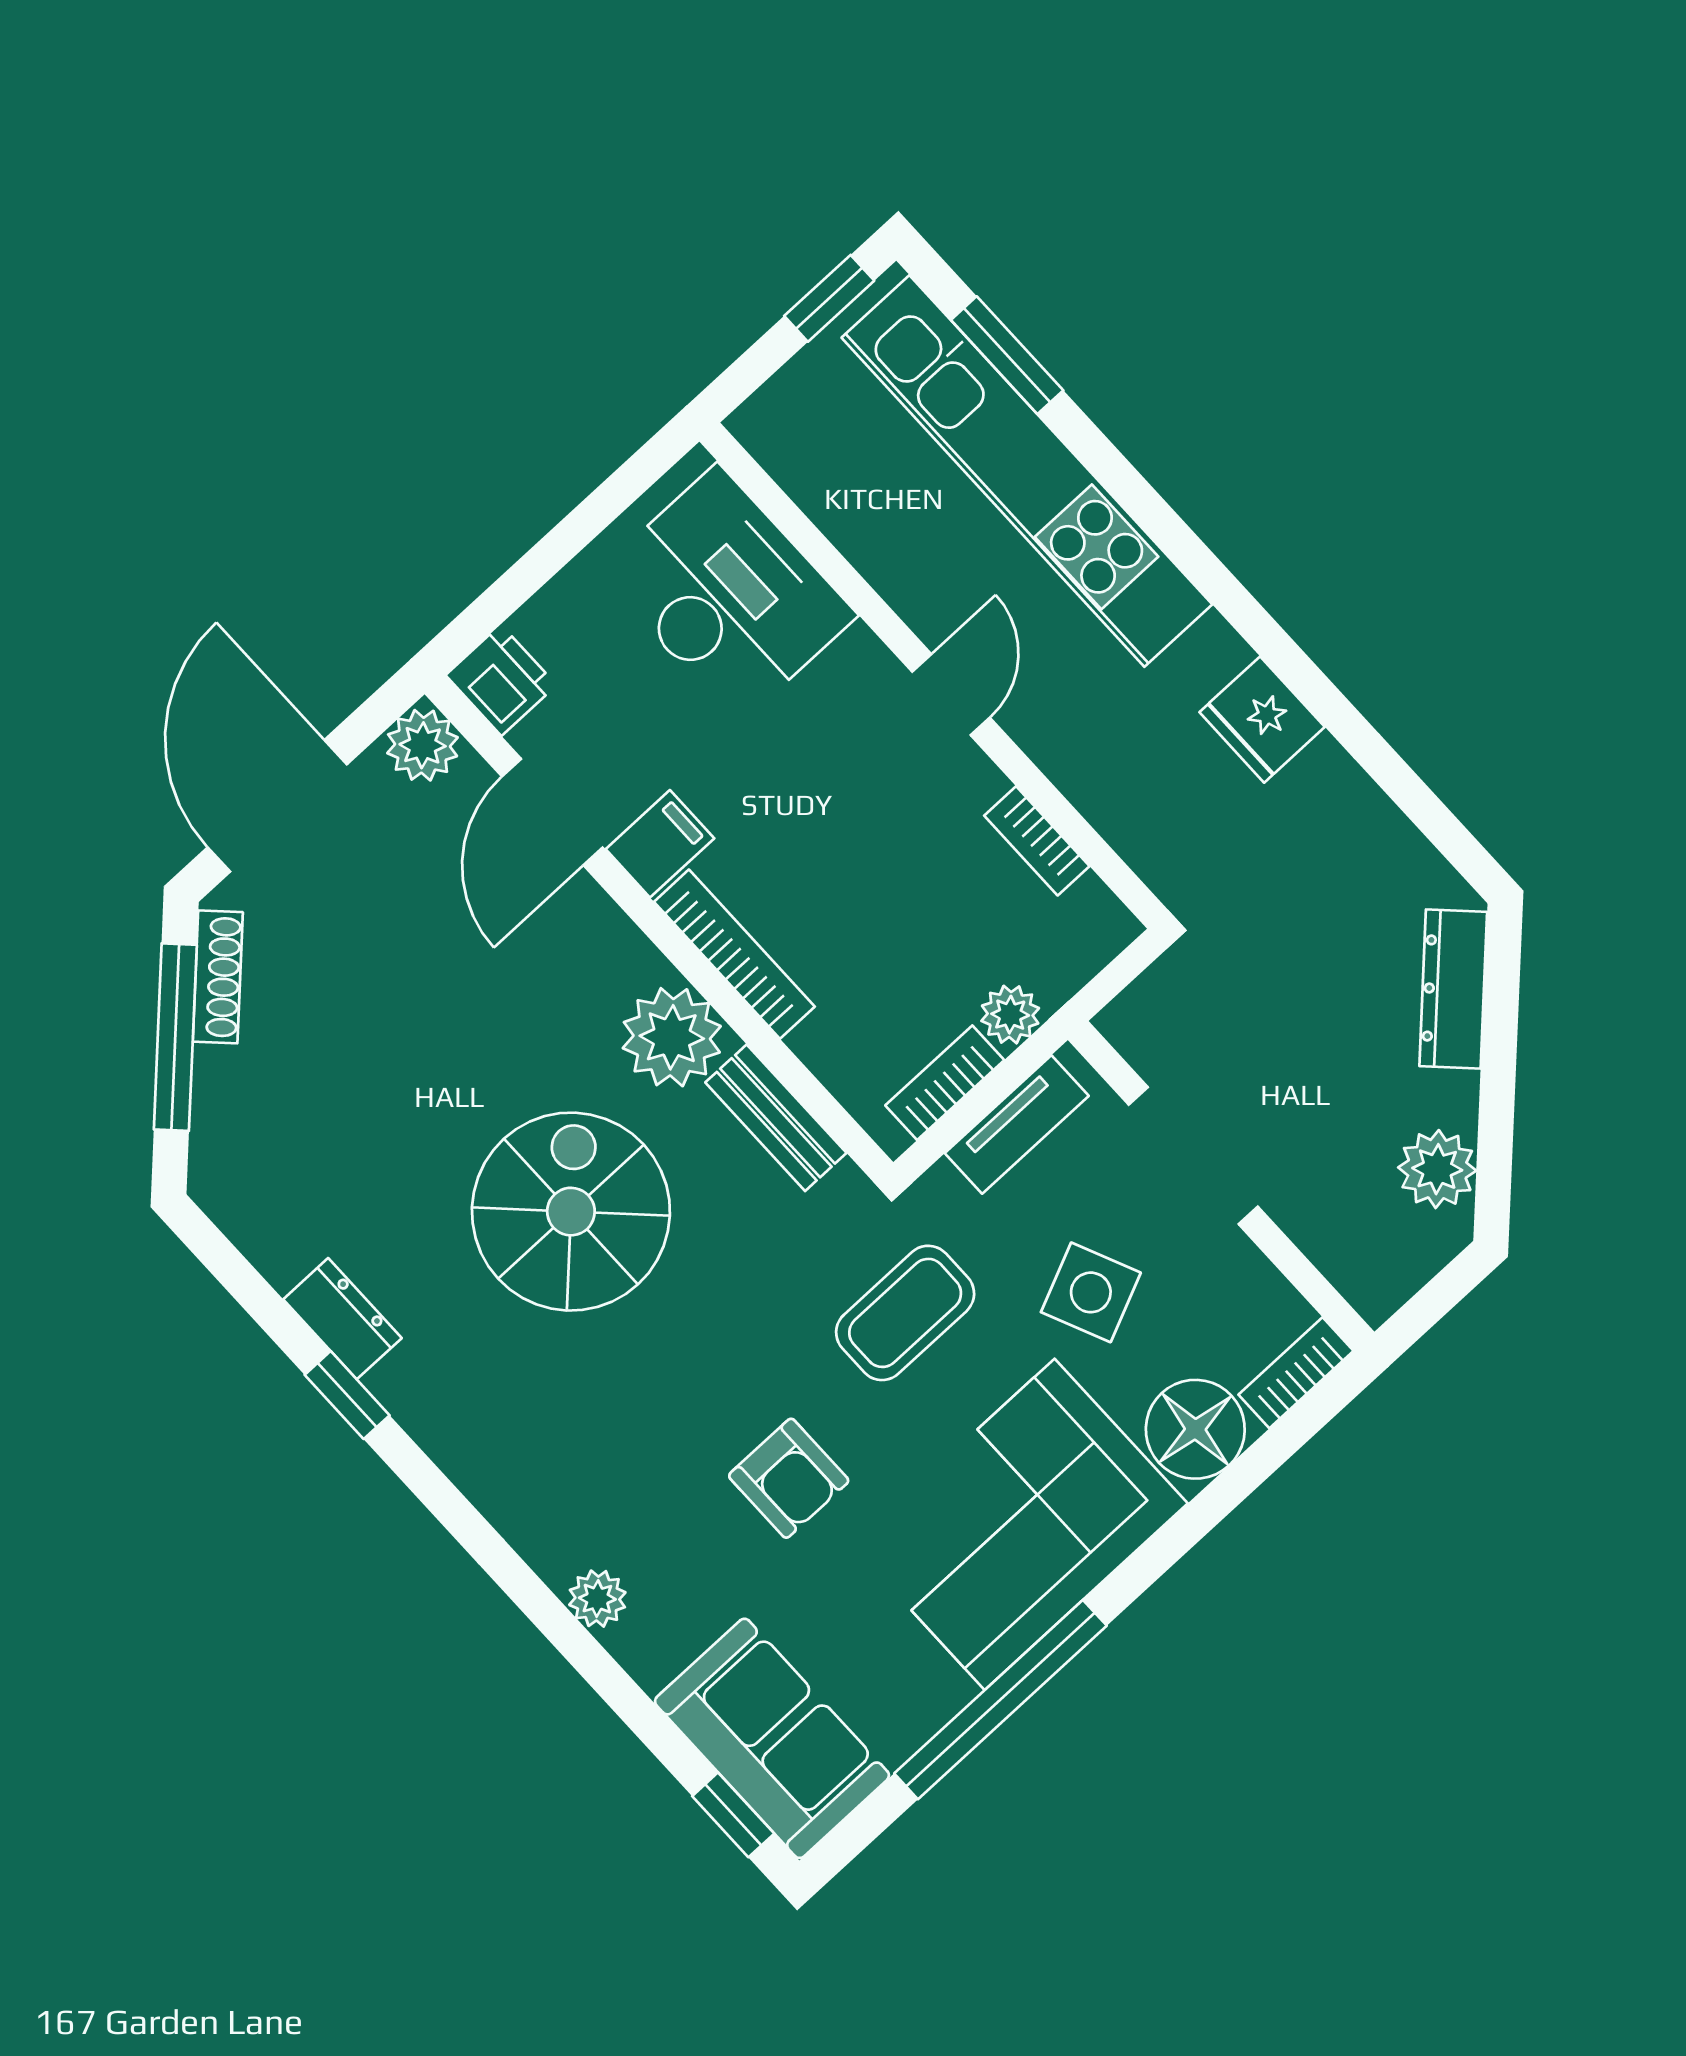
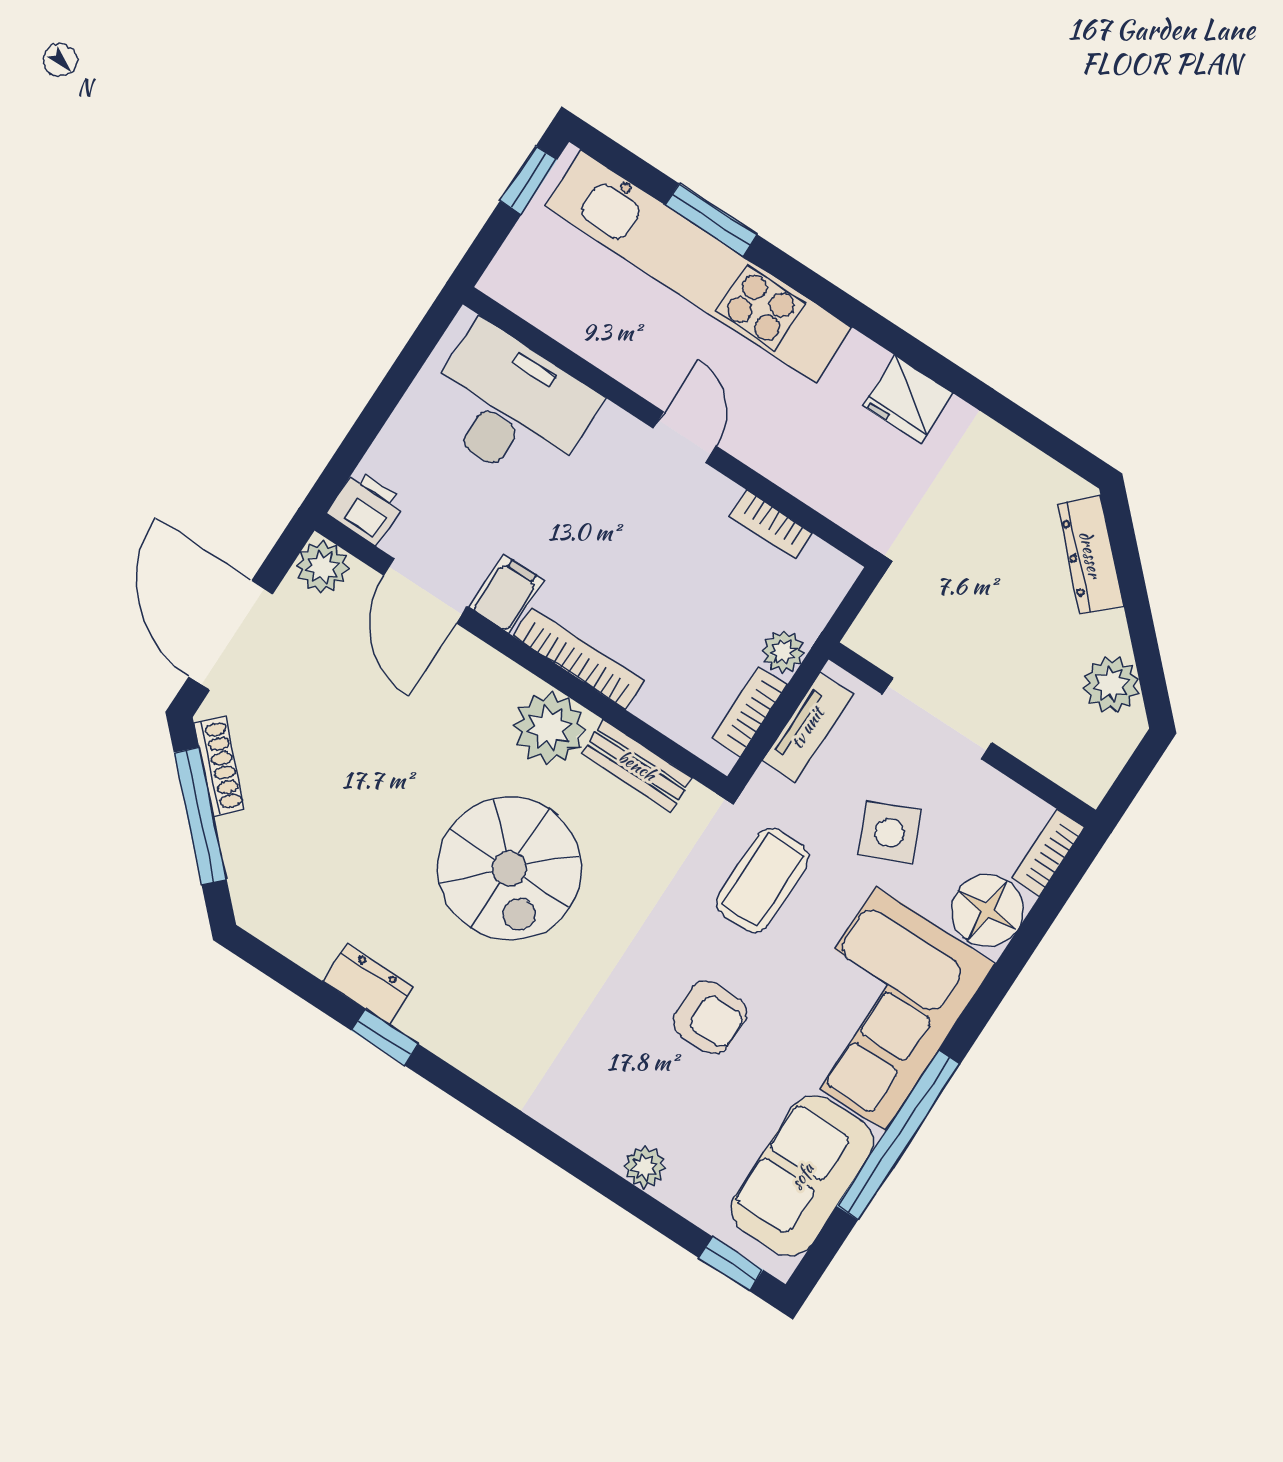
window: (1007, 355) -> (711, 220), moved
spiral stairs: (571, 1212) -> (510, 868), turned 180
plant: (597, 1599) -> (644, 1167), moved
sofa: (772, 1738) -> (802, 1176), moved, turned -90

